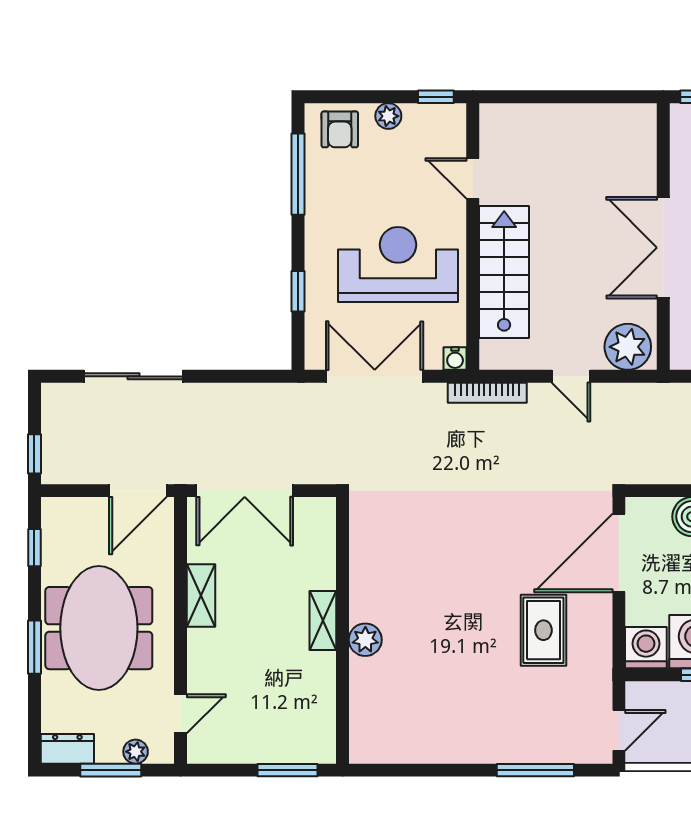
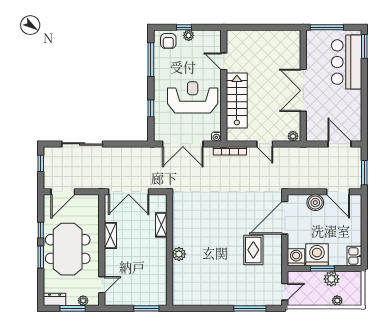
window: (436, 97) -> (184, 27), moved
plant: (628, 347) -> (293, 136), width x0.53, depth x0.53
double door: (375, 376) -> (183, 144), swing flipped
window: (34, 454) -> (41, 163), moved
door: (138, 491) -> (63, 192), moved
window: (34, 548) -> (41, 230), moved
shelving: (323, 621) -> (161, 225), moved

